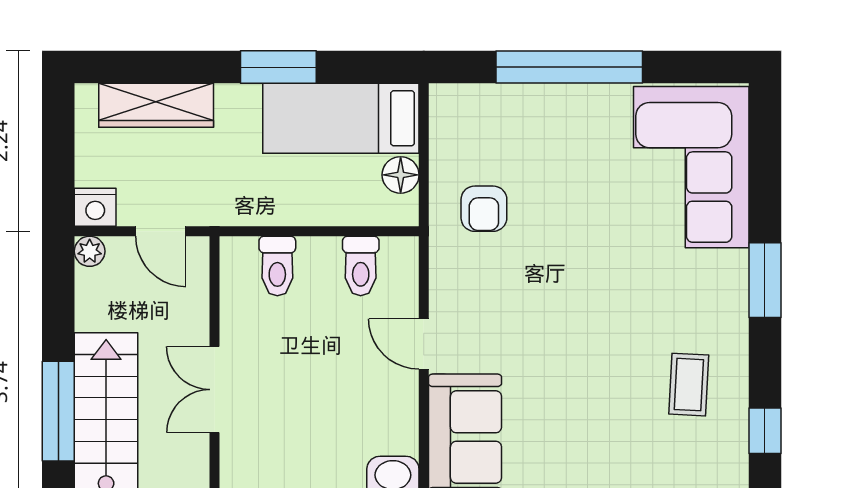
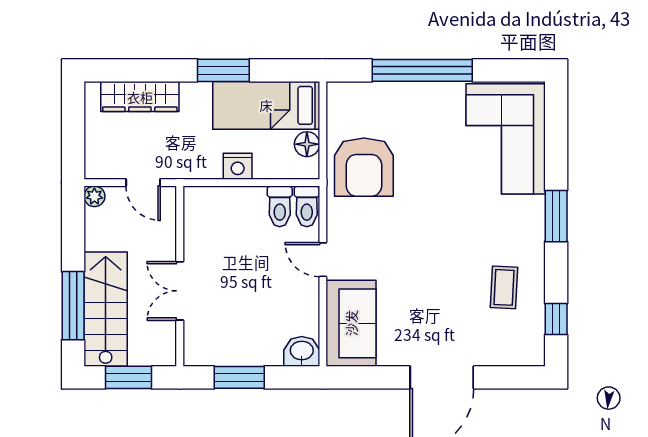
nightstand: (95, 207) -> (238, 166), moved
armchair: (484, 209) -> (364, 167), width x1.88, depth x1.88
toilet: (277, 266) -> (307, 206), moved

